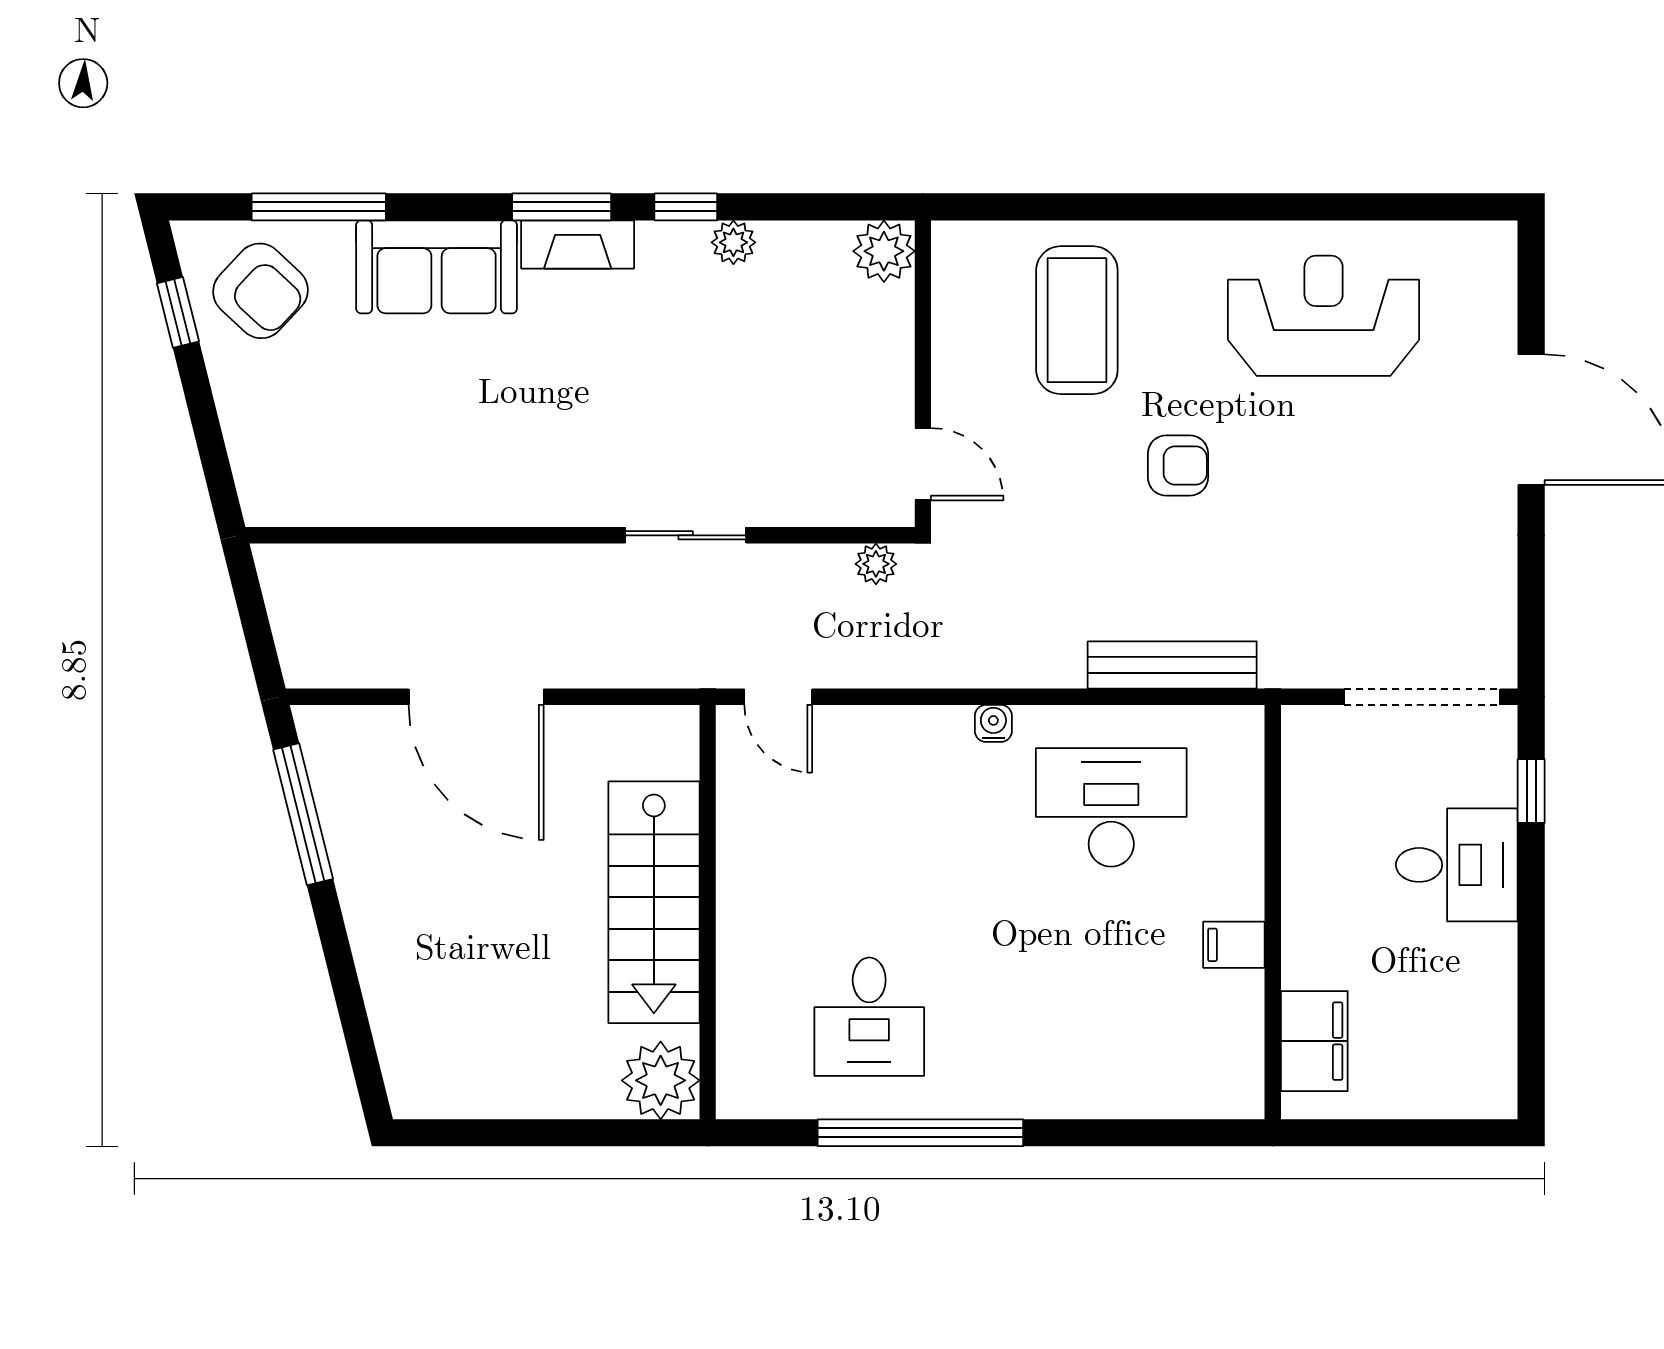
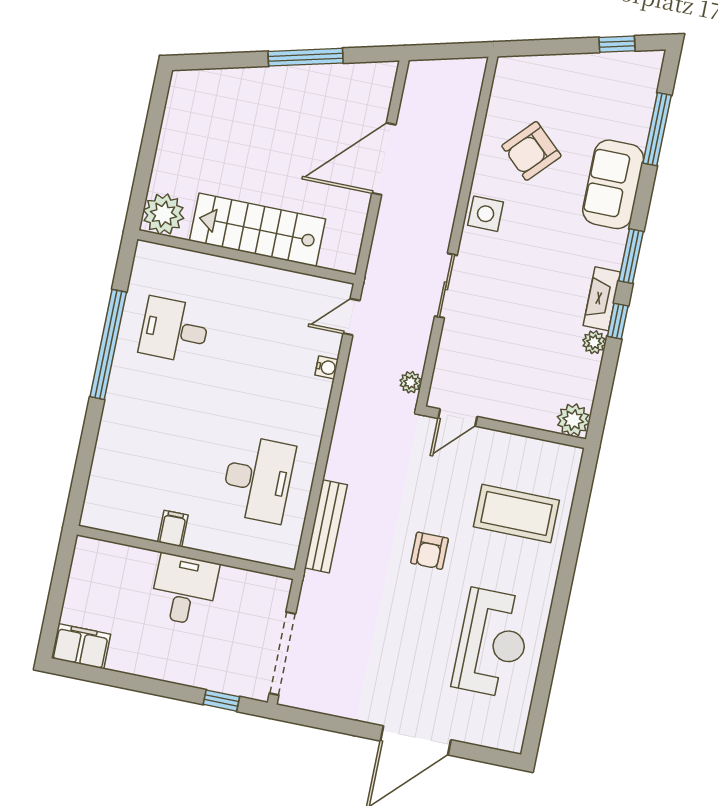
fireplace: (578, 244) -> (602, 299), moved
armchair: (261, 291) -> (531, 151), moved
side table: (539, 490) -> (486, 214), added
water cooler: (993, 723) -> (327, 367), moved
window: (303, 814) -> (306, 57), moved
desk: (1457, 865) -> (184, 590), moved, turned 180
filing cabinet: (1314, 1041) -> (81, 646), moved, turned 180

